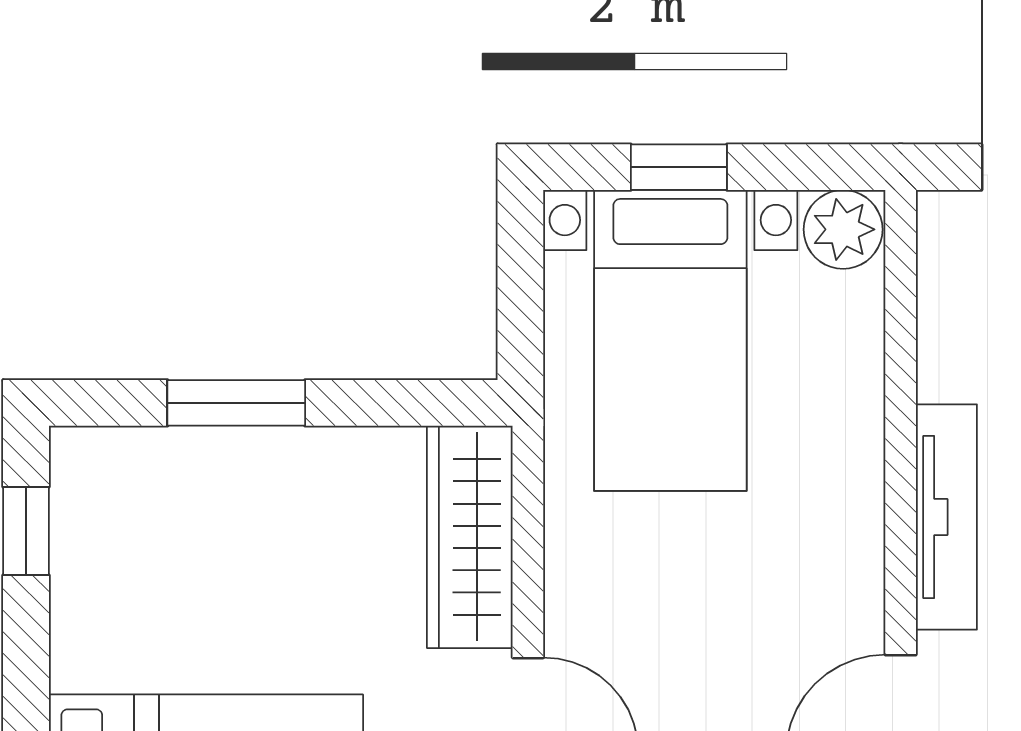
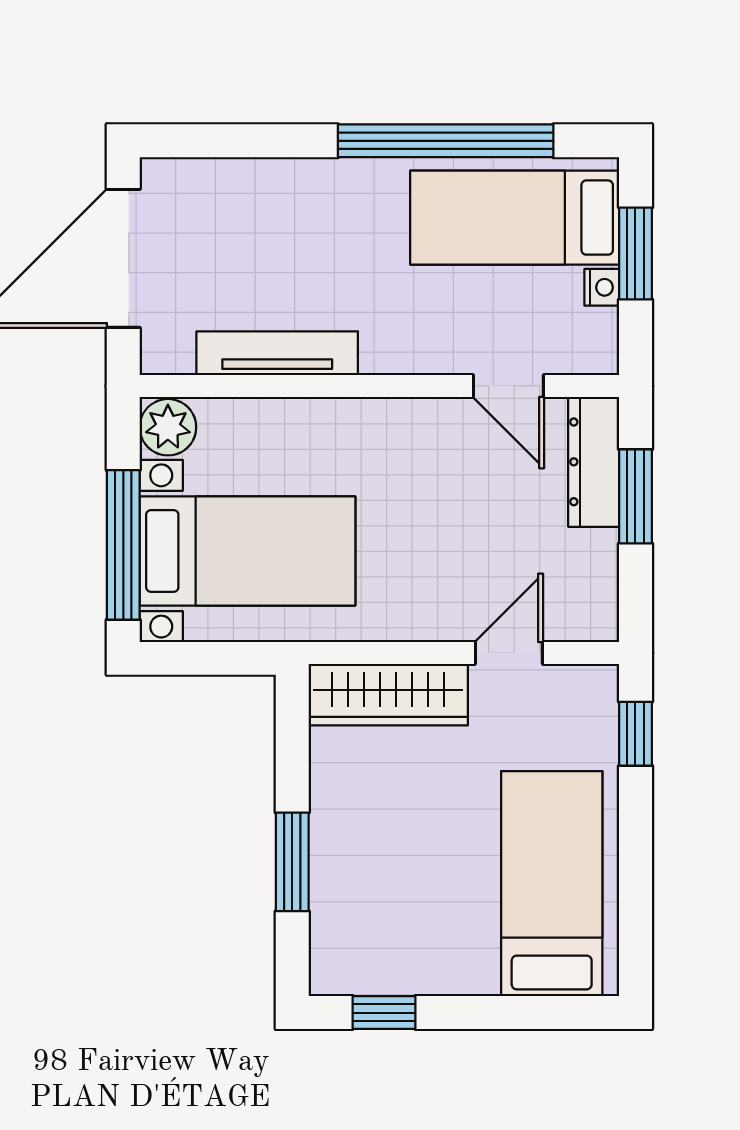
window: (679, 167) -> (123, 545), width x2.17
tv unit: (946, 517) -> (277, 353), moved

